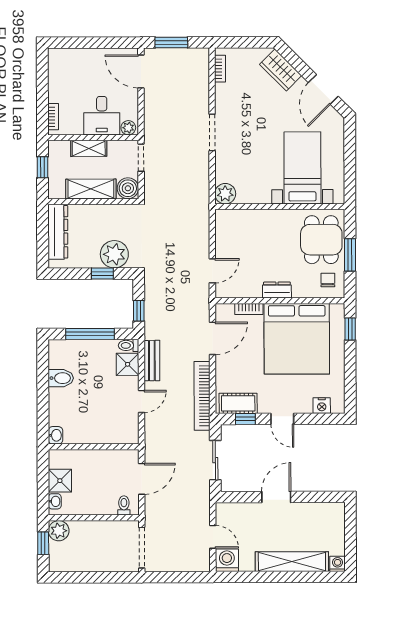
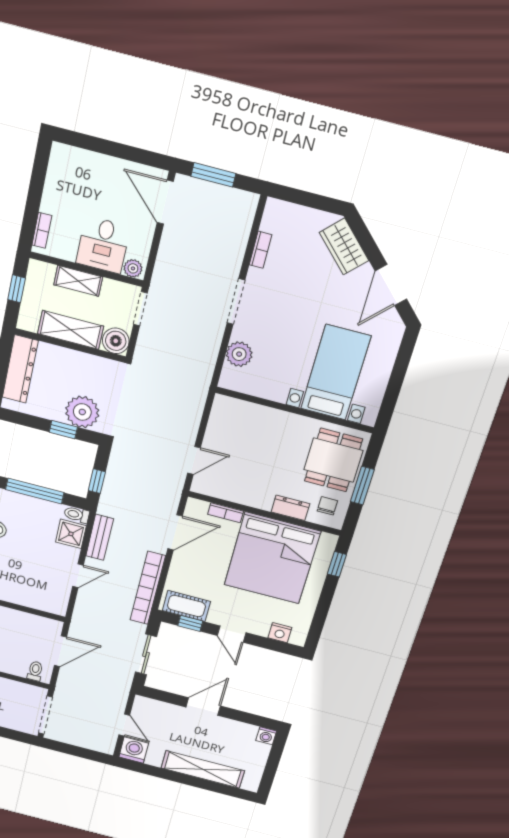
bookcase: (220, 69) -> (260, 250), moved
plant: (225, 194) -> (239, 354), moved
dresser: (277, 290) -> (290, 508), moved
washing machine: (338, 564) -> (266, 736), moved, turned 180

